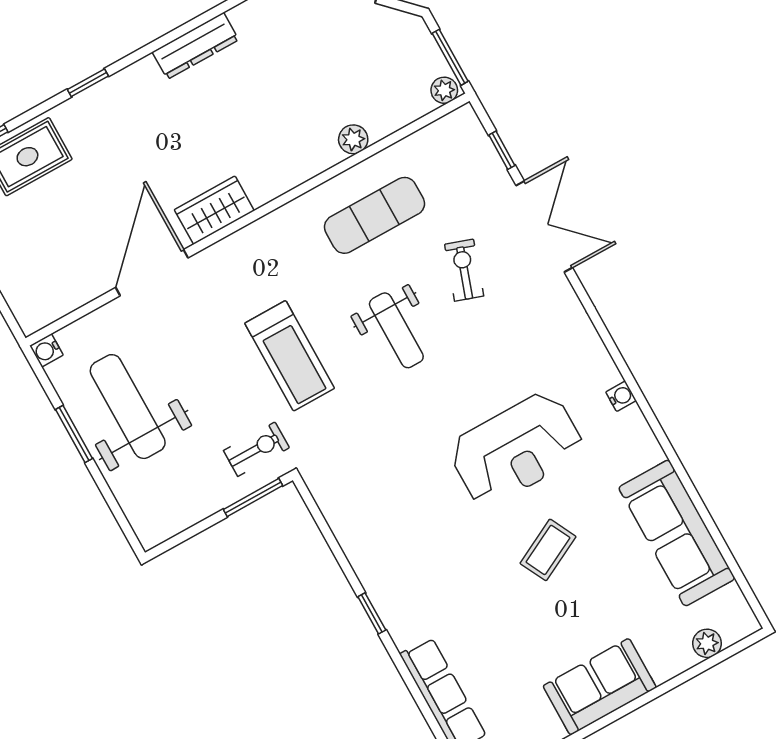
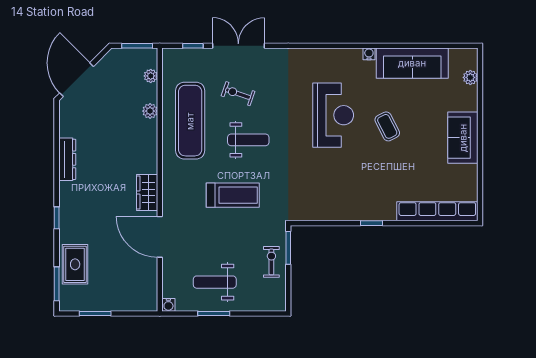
plant: (444, 90) -> (151, 76), moved
exercise mat: (374, 215) -> (190, 121), width x1.36, depth x1.45
water cooler: (621, 396) -> (369, 54), moved
weight bench: (128, 407) -> (215, 282), width x0.73, depth x0.75
exercise bike: (256, 449) -> (271, 262), moved

